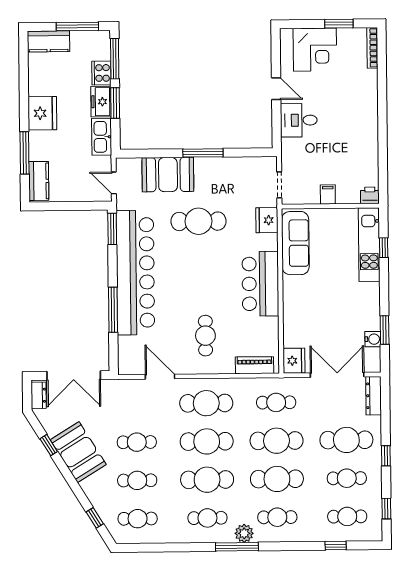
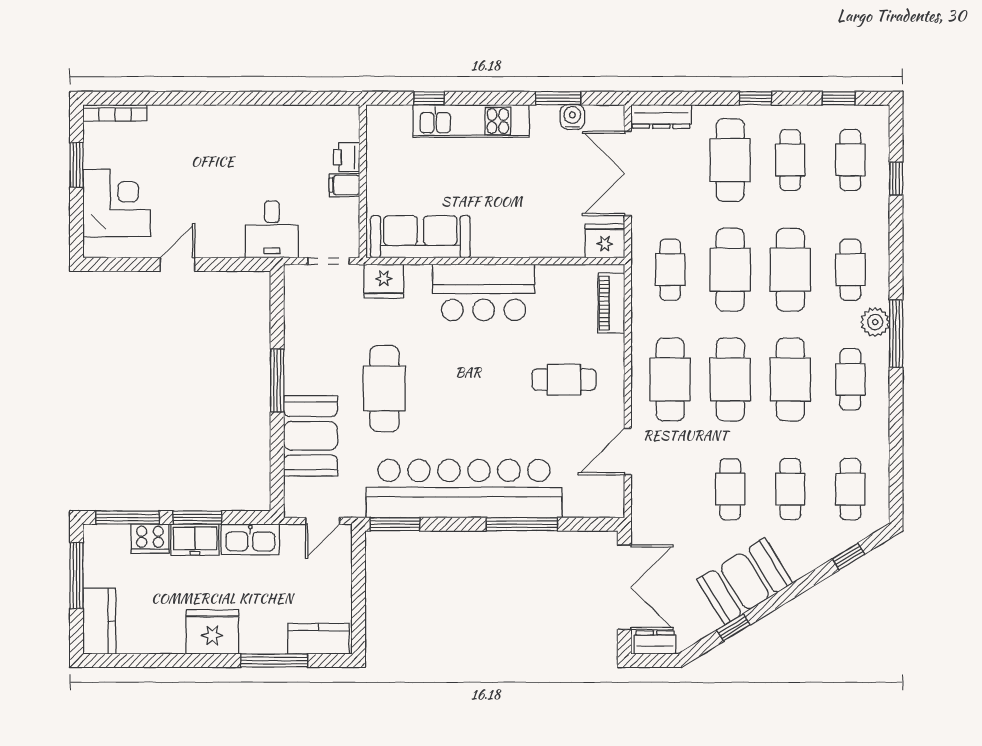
desk: (299, 120) -> (272, 229), moved
printer: (370, 195) -> (347, 157), moved
kitchen unit: (369, 245) -> (471, 121), moved

